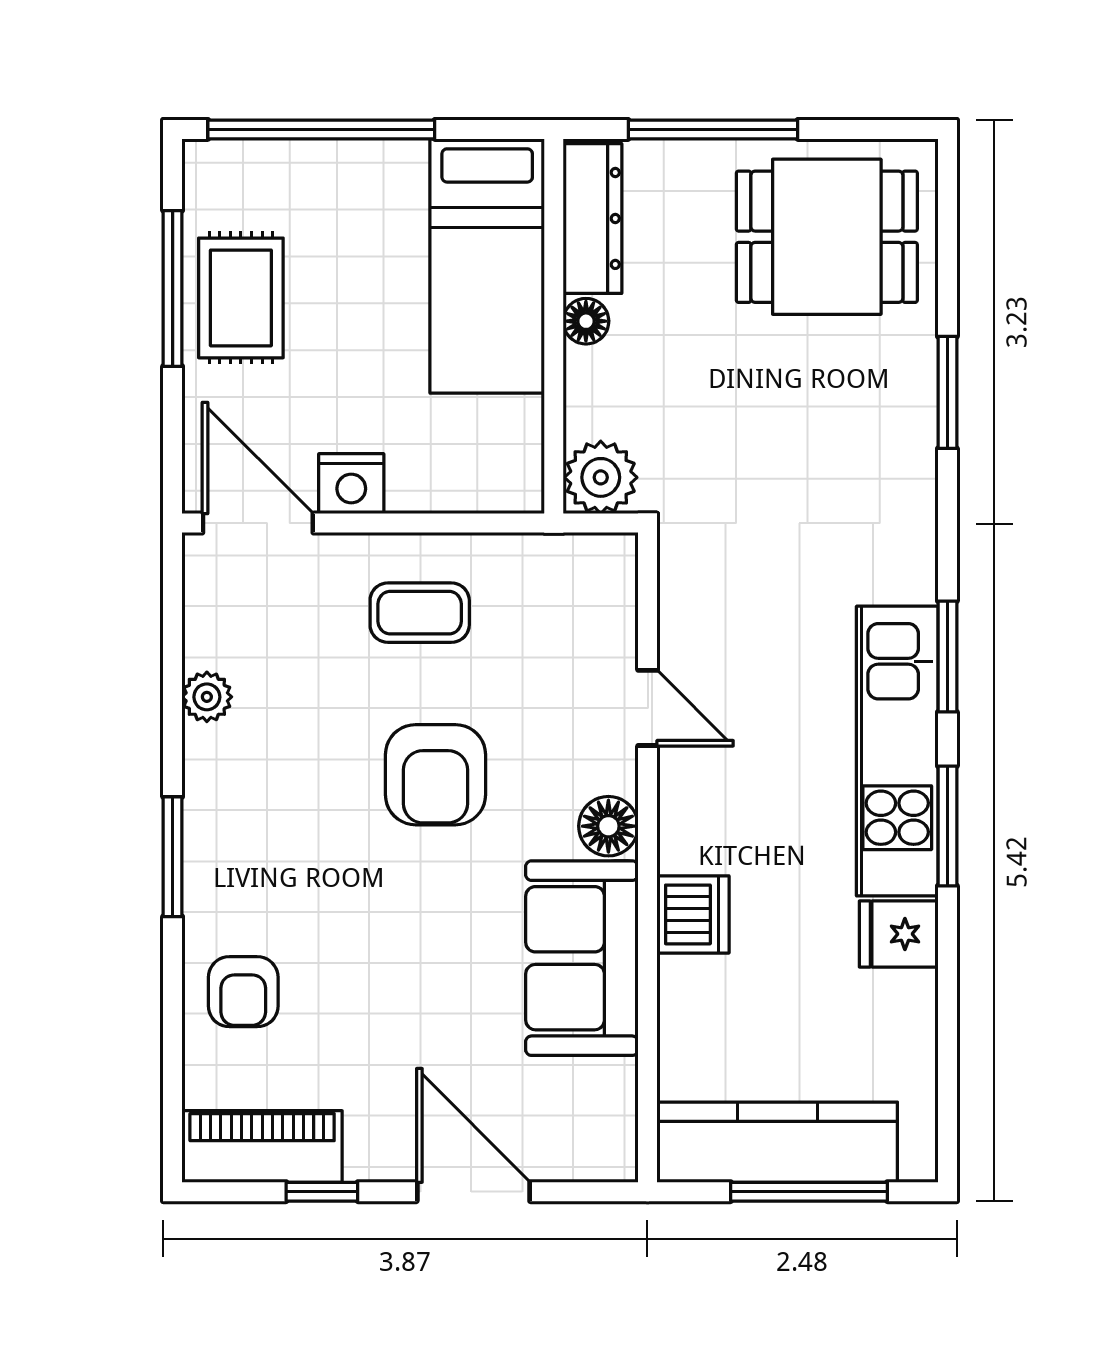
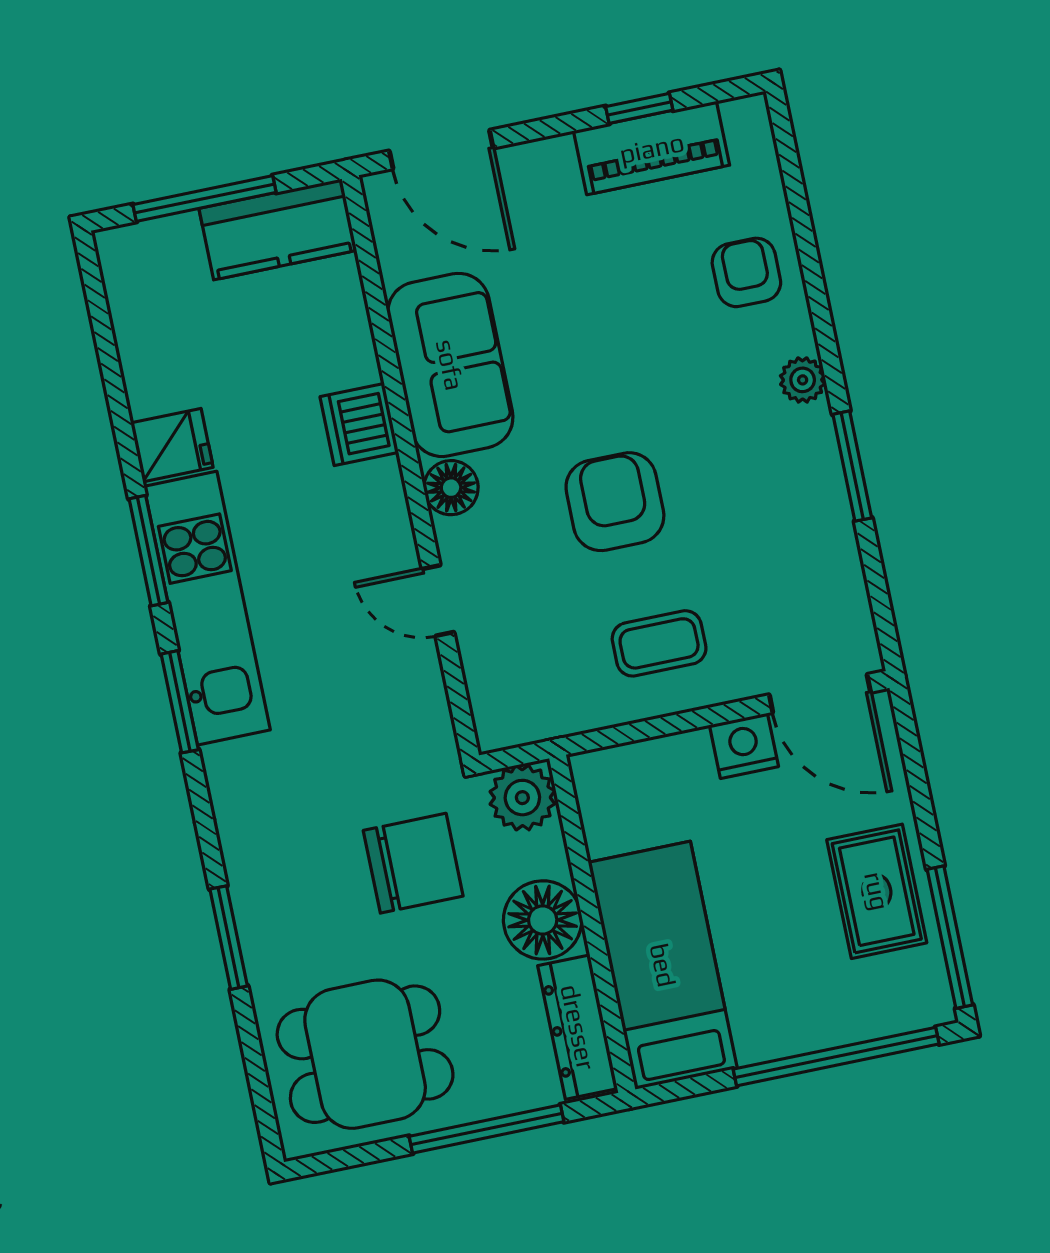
window: (173, 288) -> (950, 937), moved
floor lamp: (586, 321) -> (543, 920), width x1.89, depth x1.89
chair: (733, 431) -> (413, 863), added
plant: (207, 697) -> (803, 380), moved
window: (173, 857) -> (852, 466), moved
kitchen counter: (777, 1142) -> (278, 229), width x0.67
piano: (262, 1146) -> (652, 148), moved
door: (473, 1192) -> (441, 149), moved

